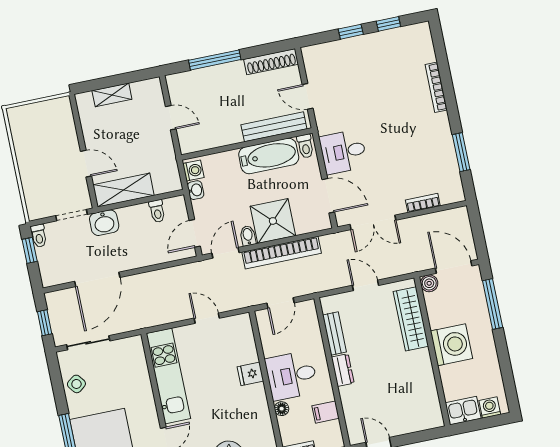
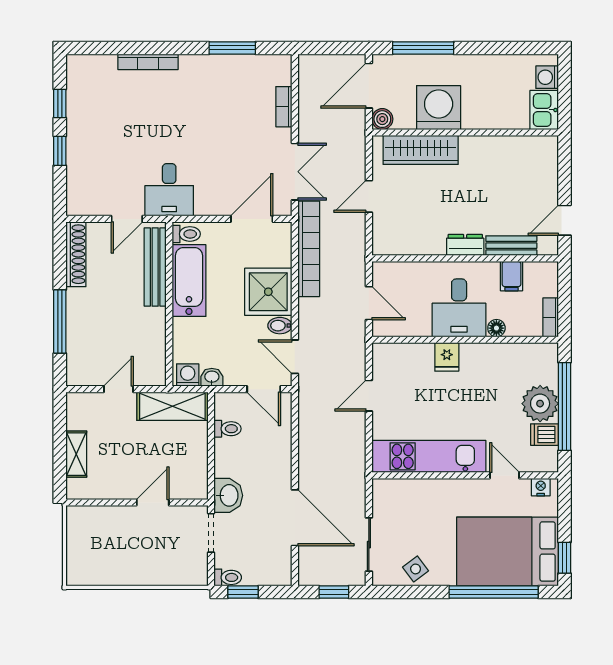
desk: (343, 152) -> (169, 190), moved
shelving: (124, 190) -> (172, 406), moved, turned 90
bookcase: (282, 253) -> (309, 249), moved
bench: (335, 333) -> (511, 246), moved
washing machine: (451, 345) -> (439, 108), moved

